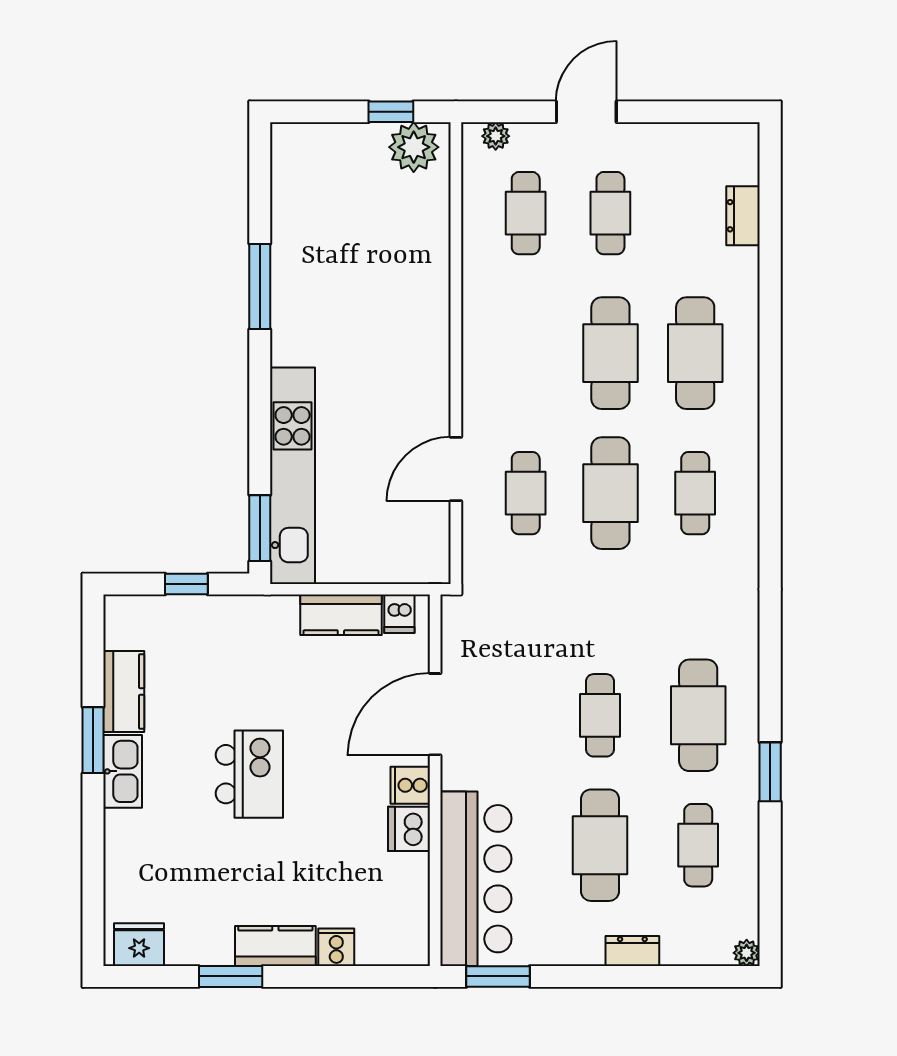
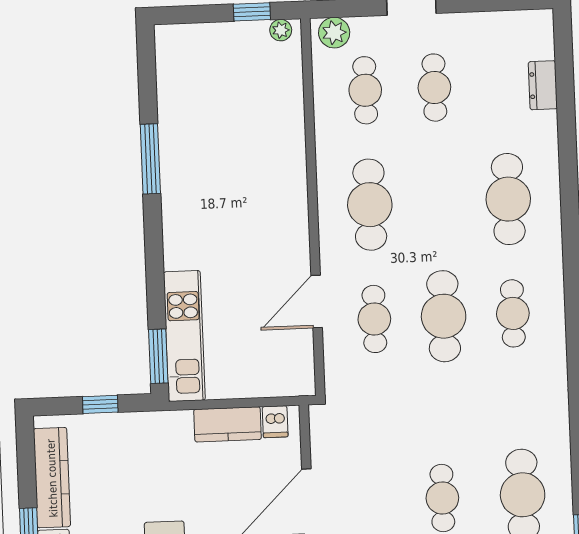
plant: (496, 136) -> (334, 33), width x1.38, depth x1.38
plant: (414, 147) -> (281, 30), width x0.53, depth x0.53
cafe table: (610, 353) -> (370, 205), moved
kitchen unit: (293, 476) -> (184, 336), width x0.73
kitchen counter: (124, 692) -> (52, 478), width x1.50

